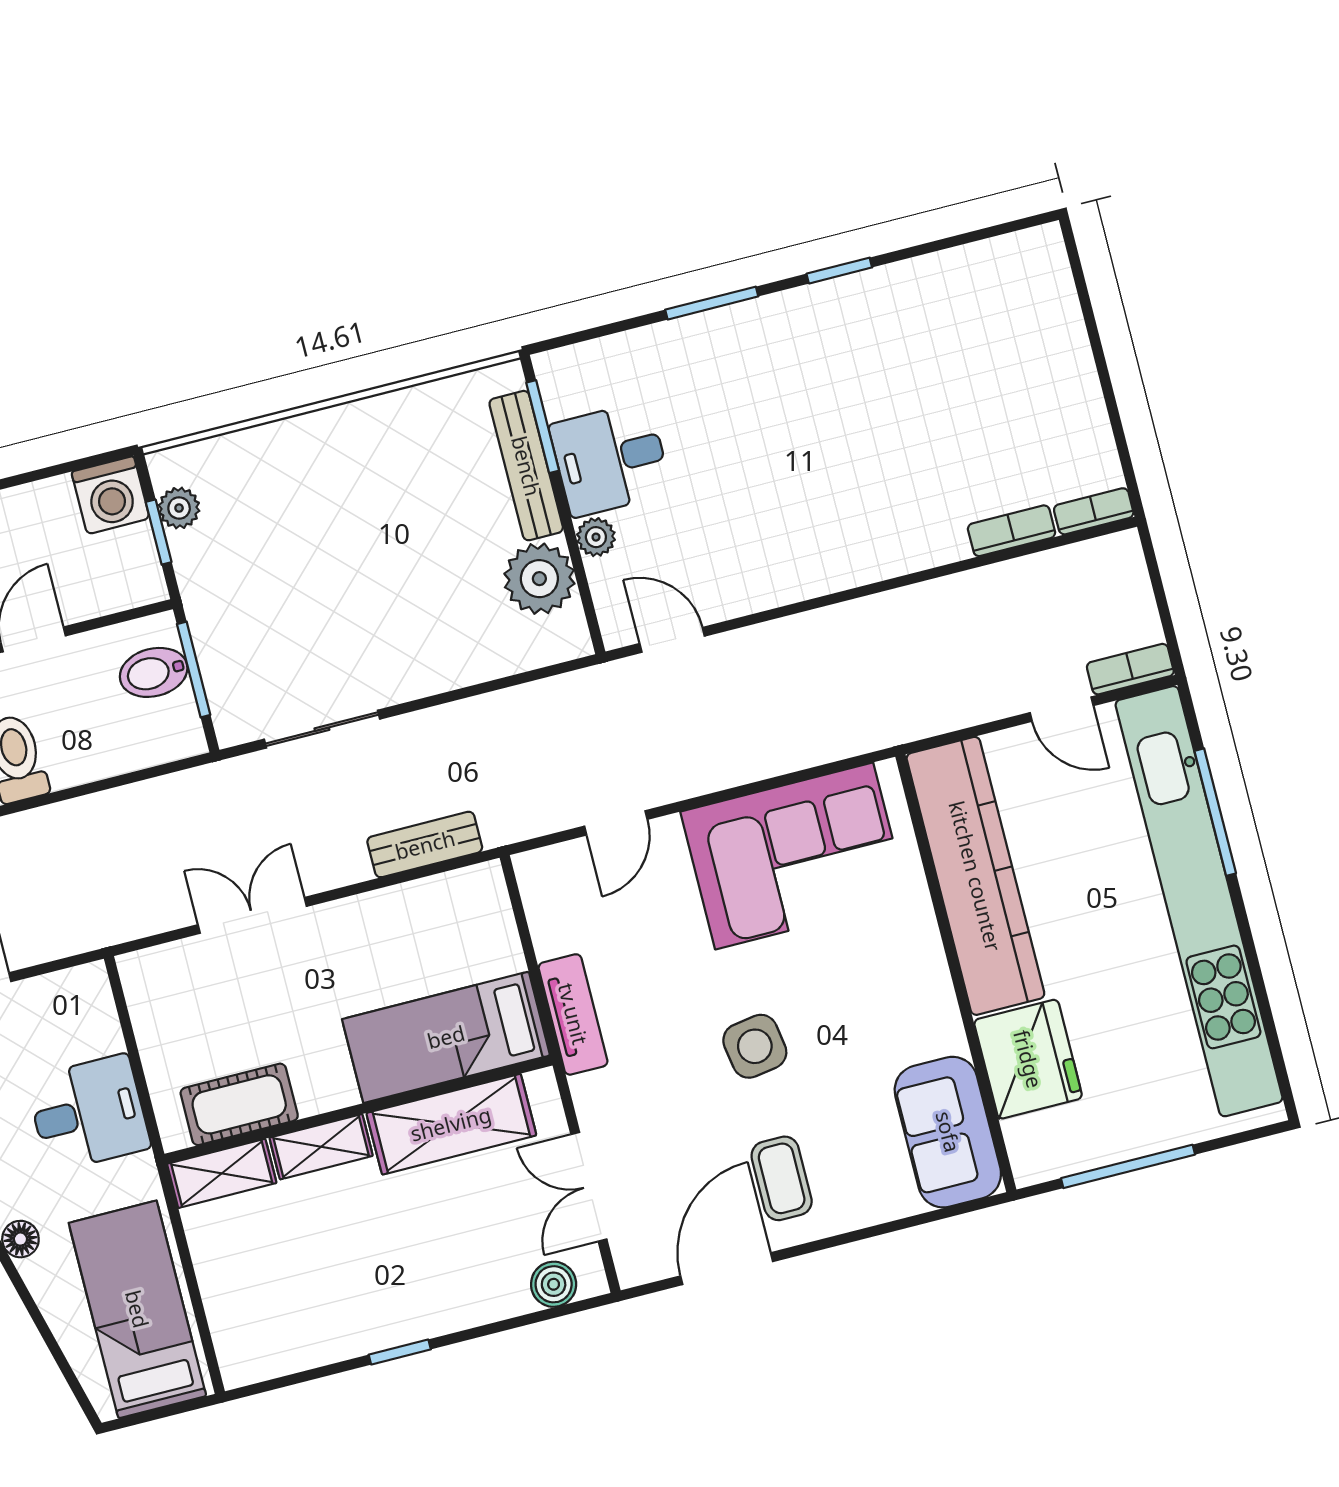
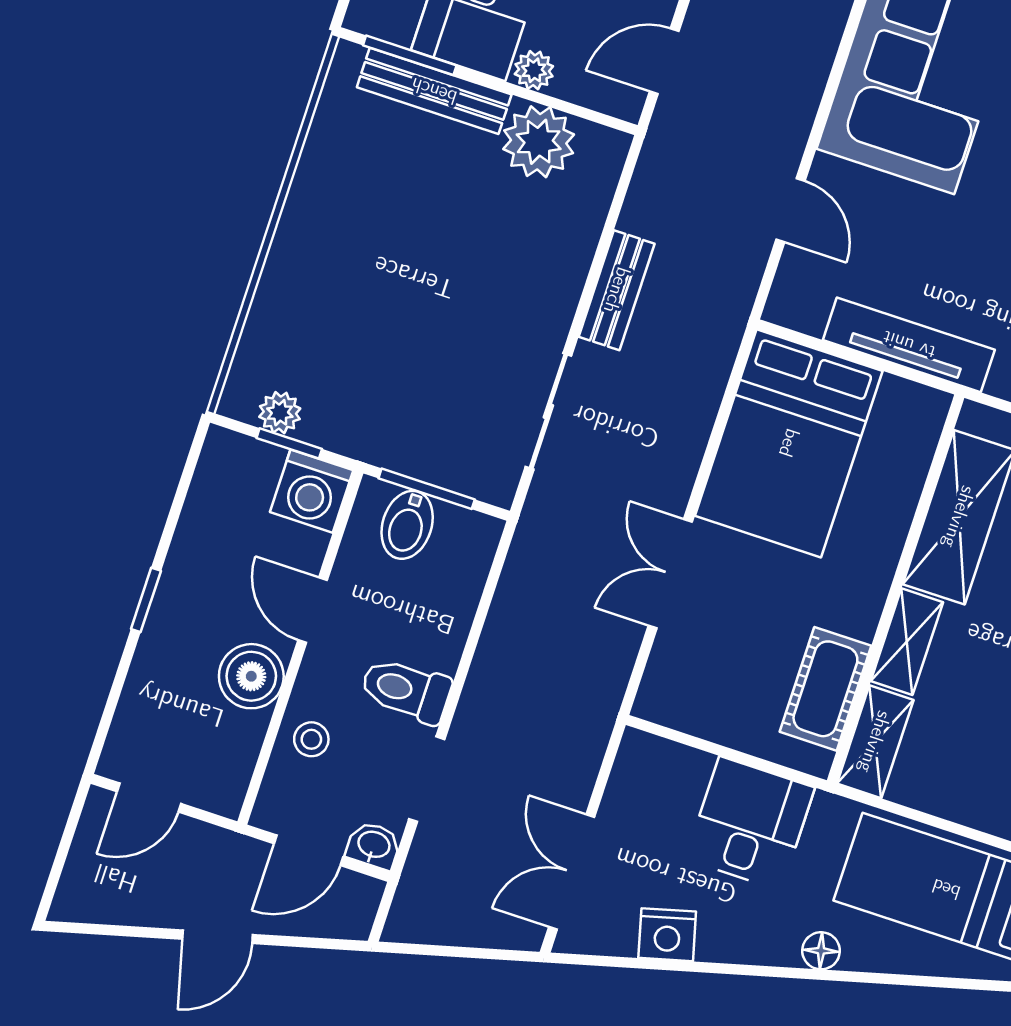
washing machine: (110, 495) -> (312, 491), moved, turned 90
bench: (425, 845) -> (617, 290), moved
tv unit: (573, 1014) -> (909, 345), width x1.41
bed: (446, 1037) -> (789, 443), moved, width x1.50

